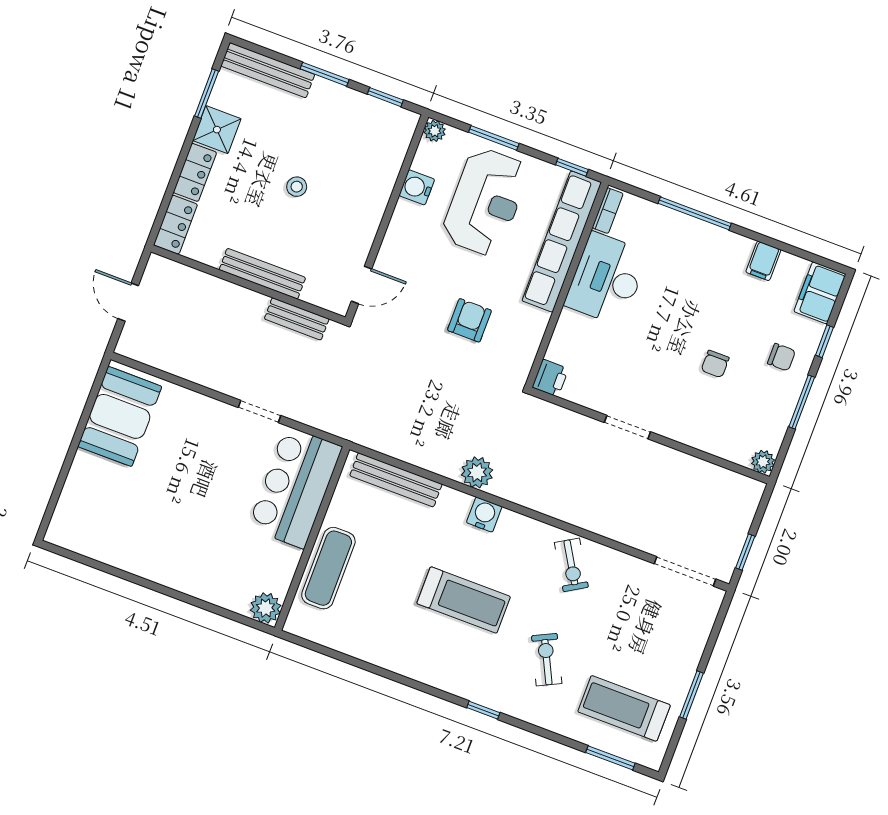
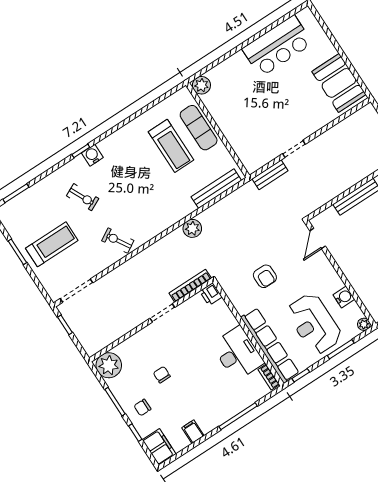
bench: (297, 319) -> (270, 175), moved
bookcase: (560, 416) -> (190, 286), added
plant: (763, 462) -> (109, 365), width x1.87, depth x1.87
bar counter: (295, 487) -> (277, 46), moved, turned 90
water cooler: (484, 515) -> (92, 155), moved, turned 180
treadmill: (464, 600) -> (171, 146), moved, turned -90
treadmill: (624, 708) -> (52, 244), moved

